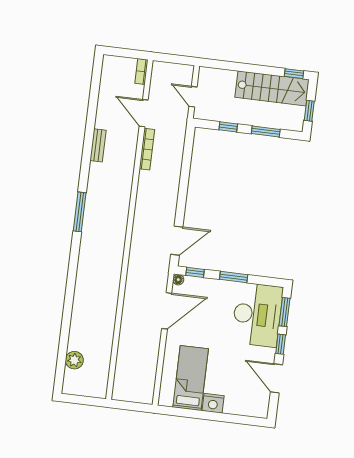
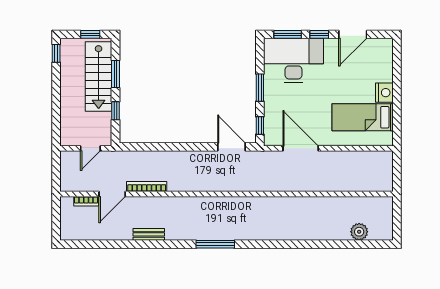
bookcase: (141, 71) -> (86, 201), moved
stairs: (272, 88) -> (99, 77), moved, turned 180
floor lamp: (178, 280) -> (269, 141), removed

